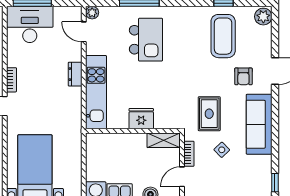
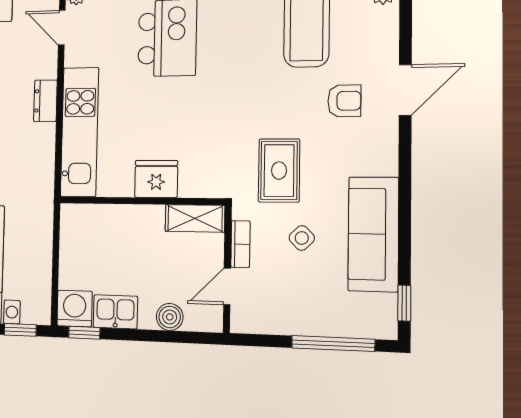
armchair: (243, 76) -> (344, 101), turned -90
sofa: (259, 124) -> (373, 234), moved

